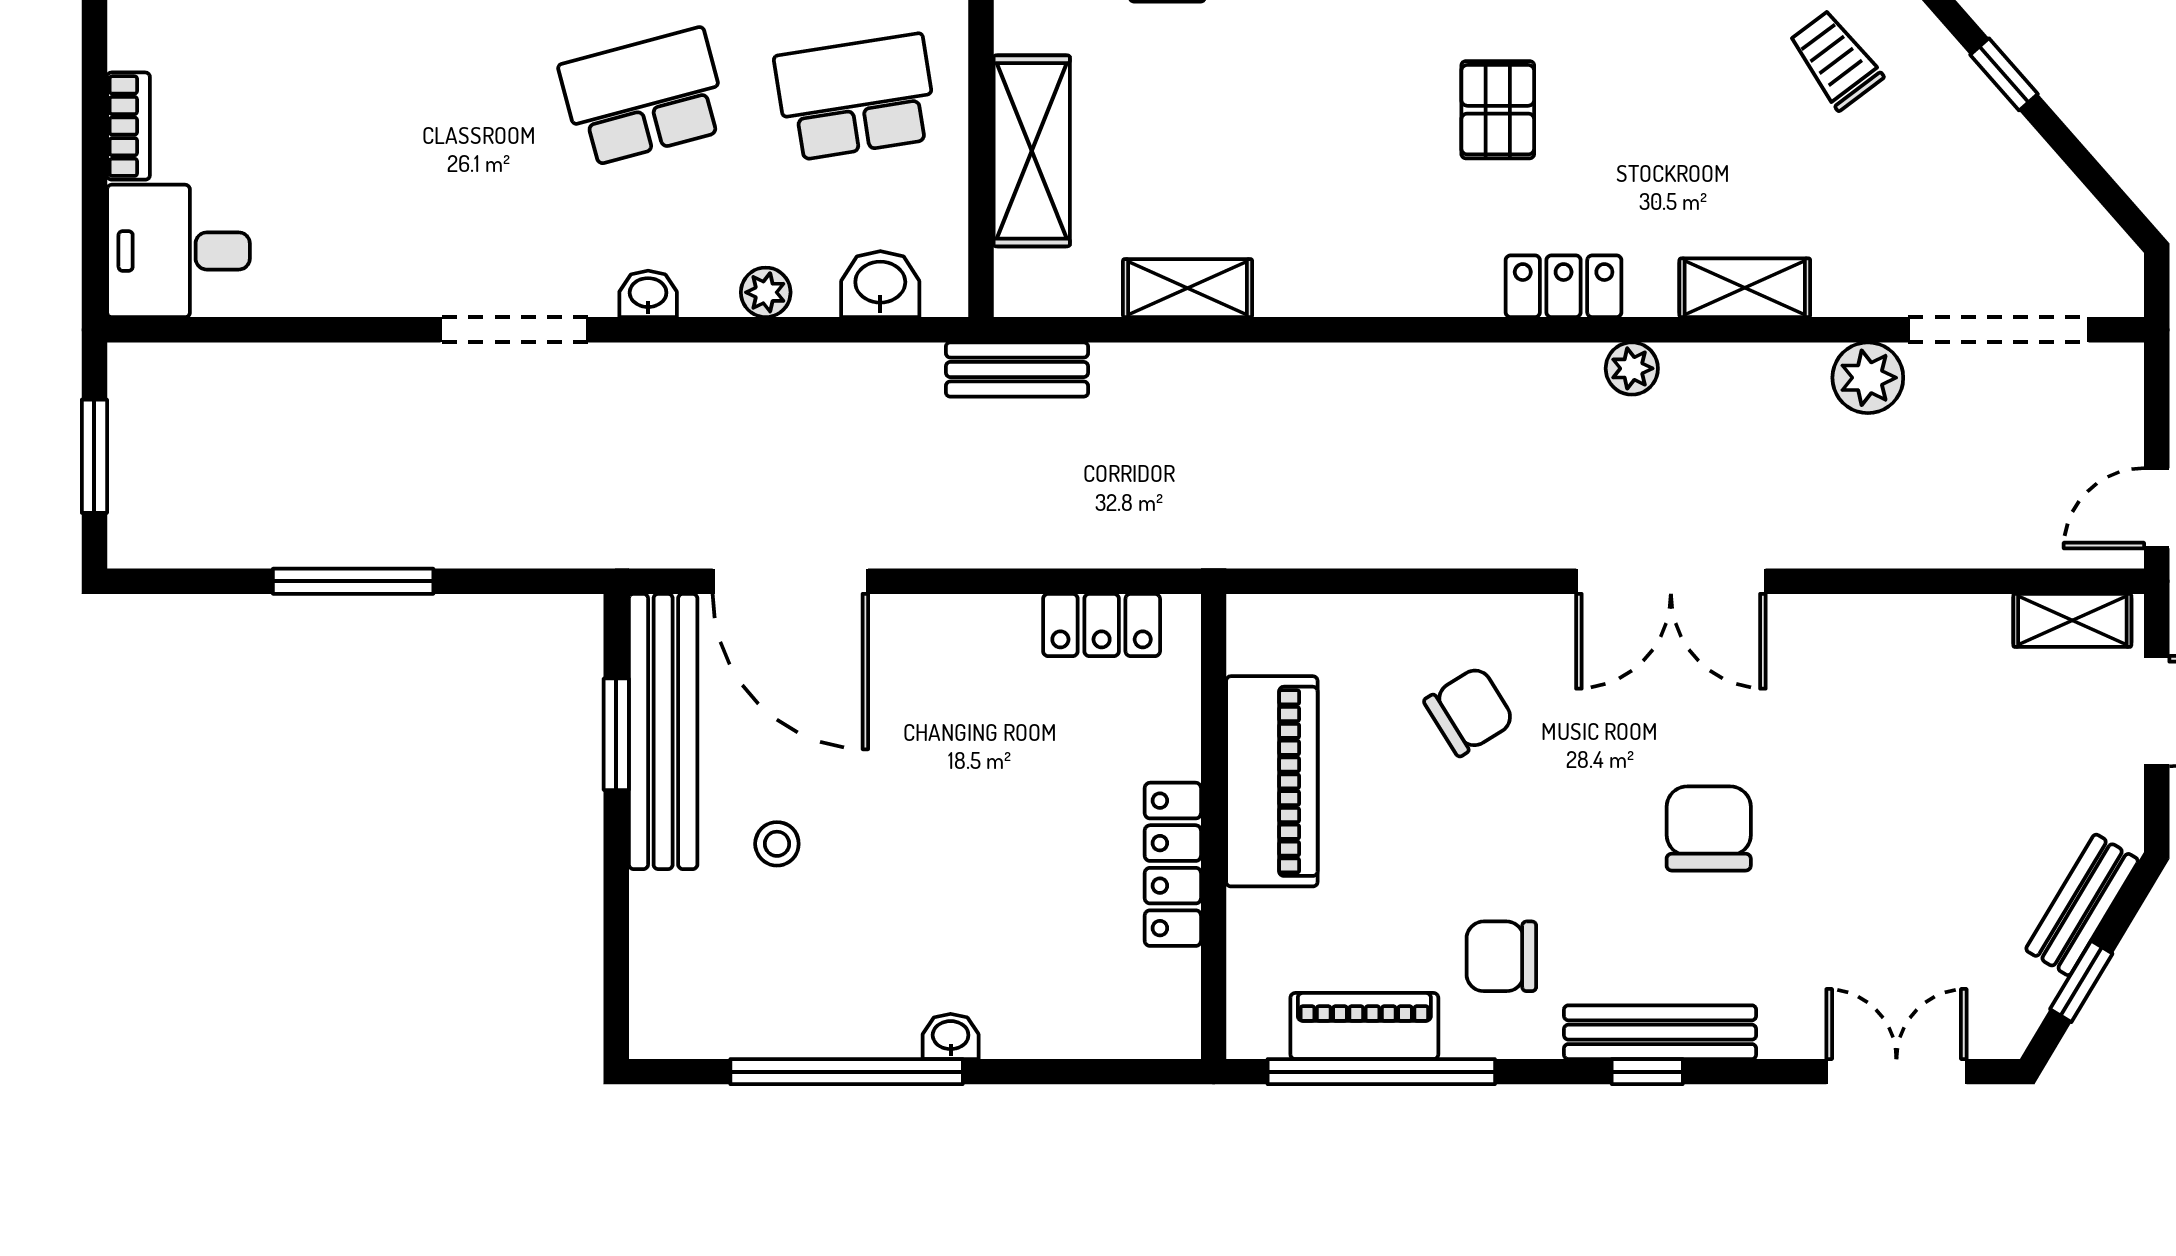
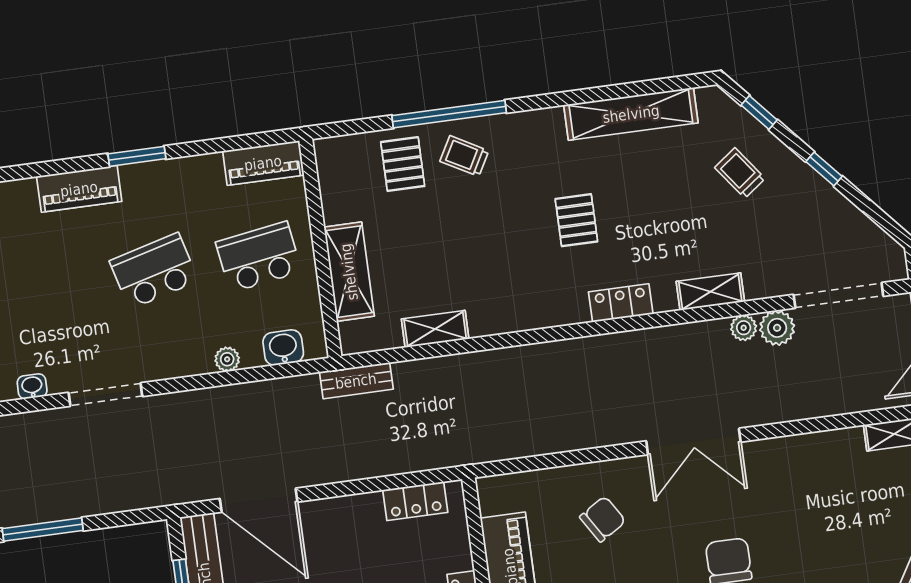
washbasin: (648, 294) -> (32, 386), moved
plant: (1632, 368) -> (744, 328), moved

